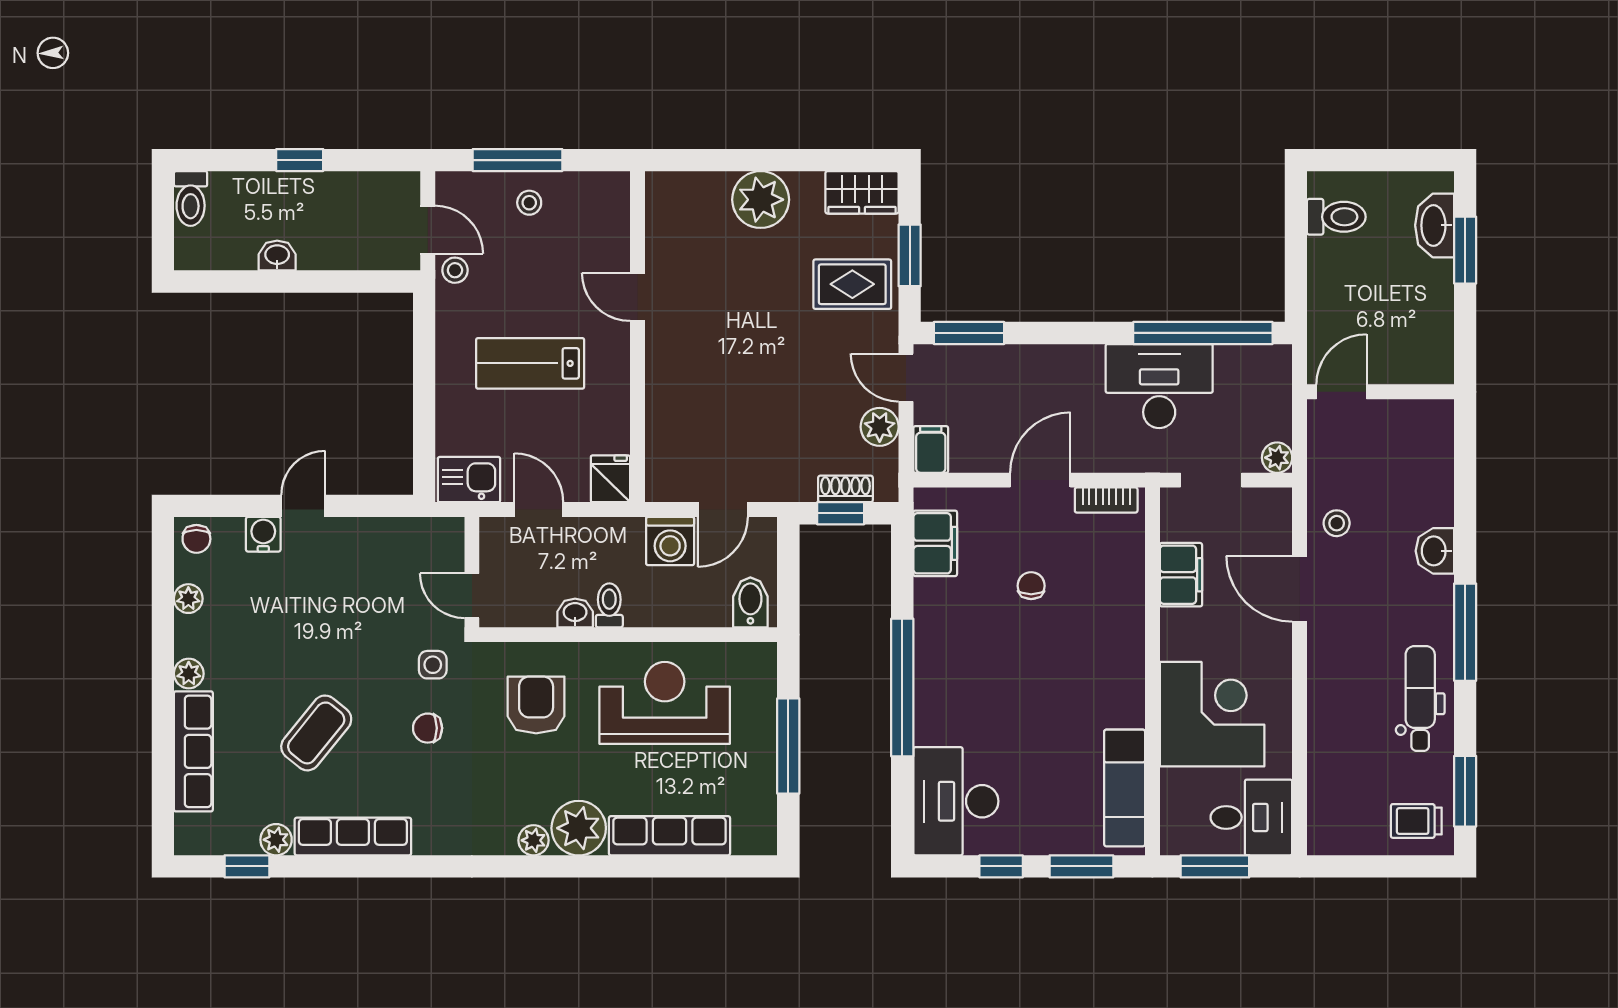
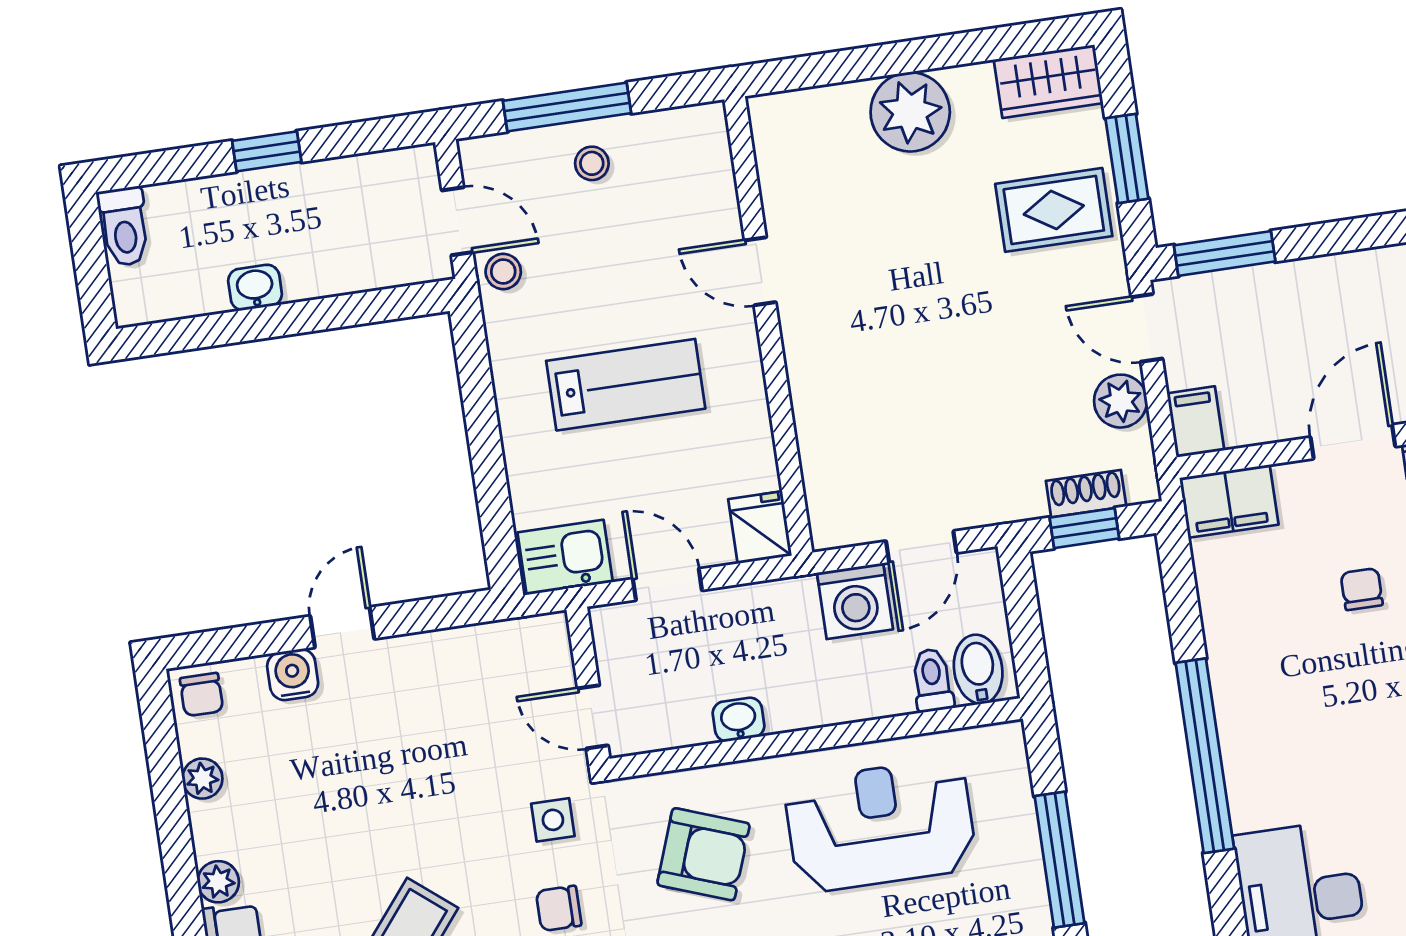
lab bench: (530, 363) -> (626, 385), turned 180
filing cabinet: (935, 543) -> (1229, 501), moved, turned 90
toilet: (609, 605) -> (932, 680), moved
armchair: (536, 705) -> (703, 854), turned 110

